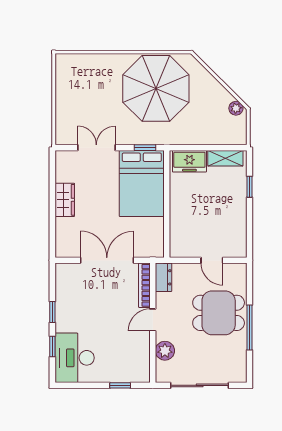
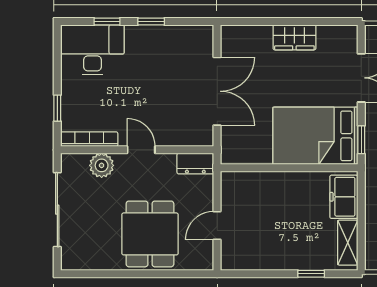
bookcase: (144, 285) -> (89, 139), moved
window: (250, 327) -> (131, 274), removed

